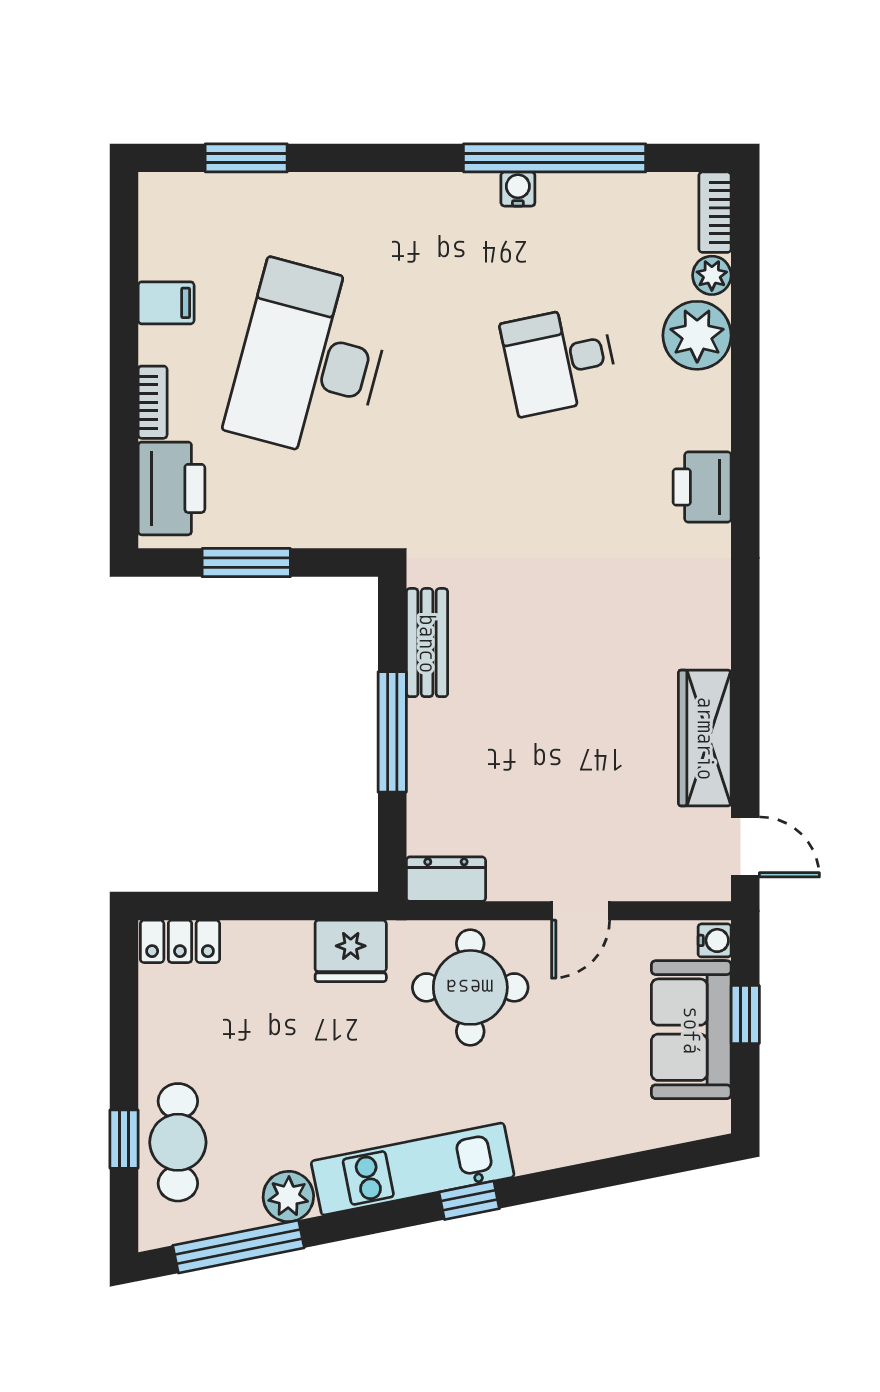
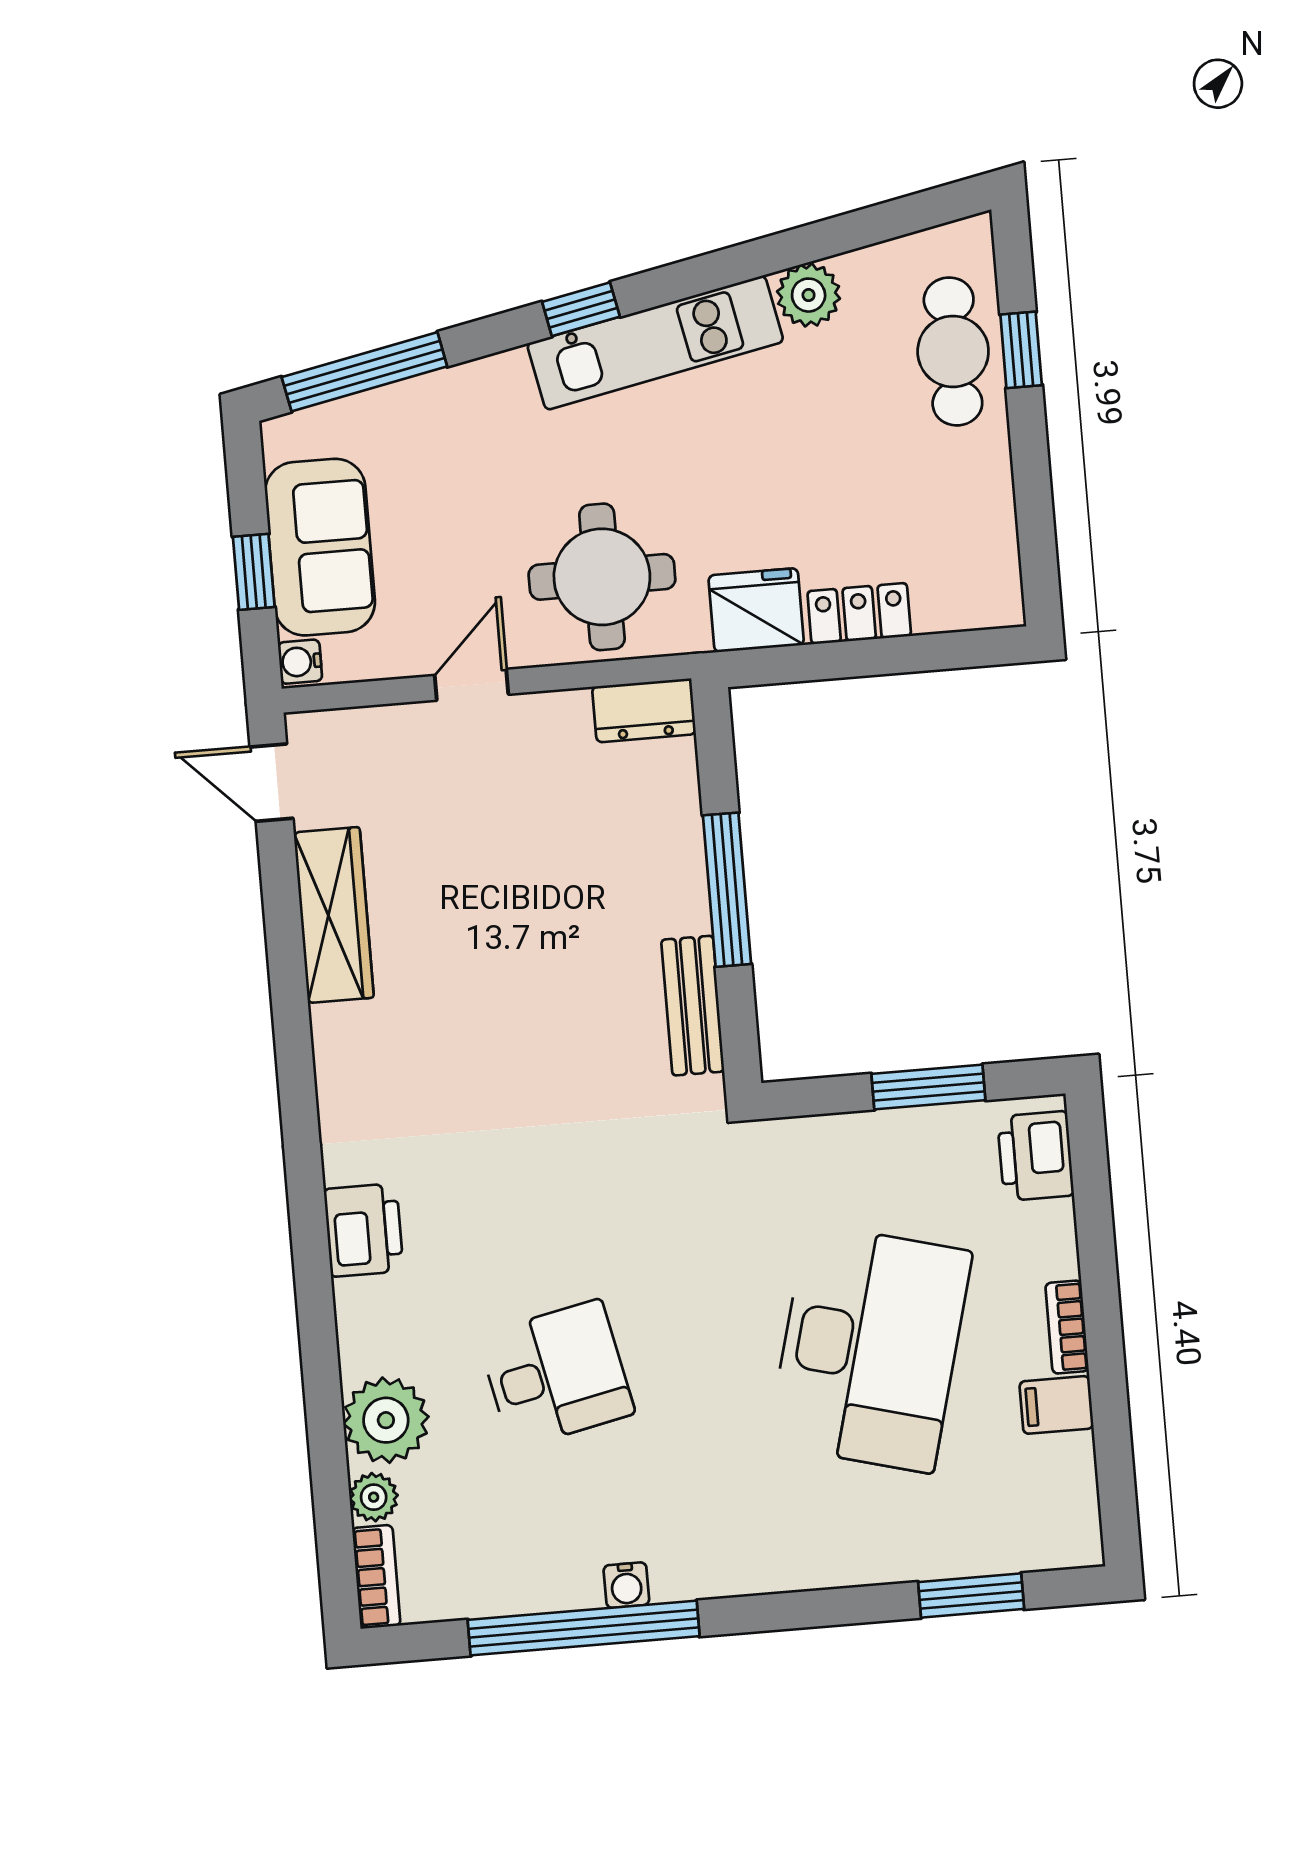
bookcase: (153, 402) -> (1067, 1327), moved
printer: (171, 488) -> (1036, 1156), width x0.73, depth x0.84
locker: (180, 941) -> (859, 614), moved
window: (238, 1247) -> (364, 372), moved

